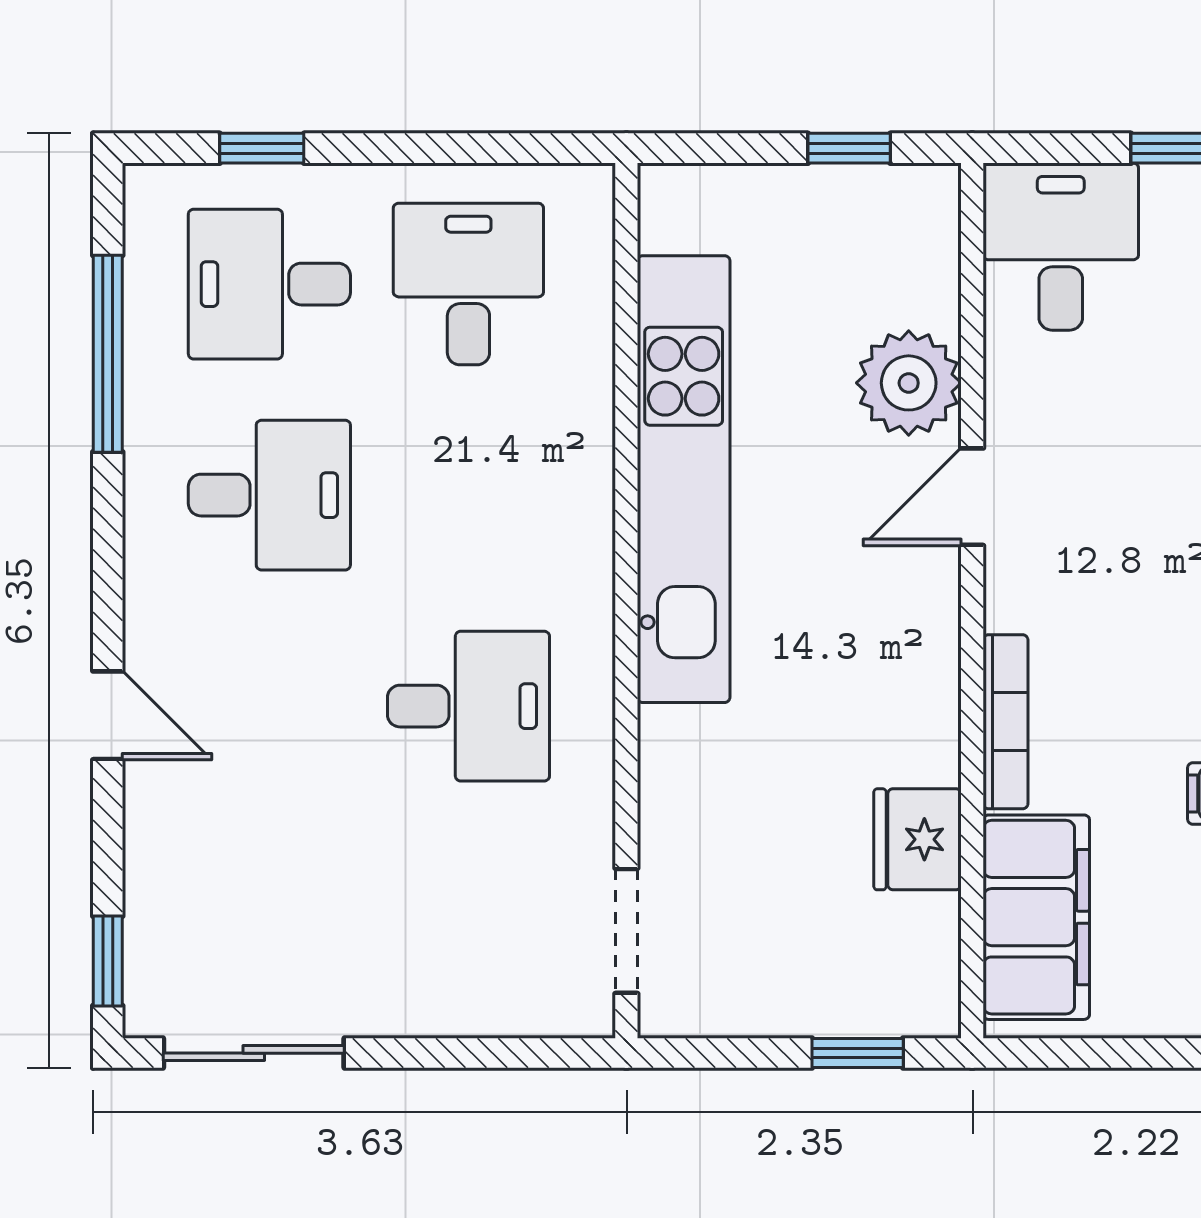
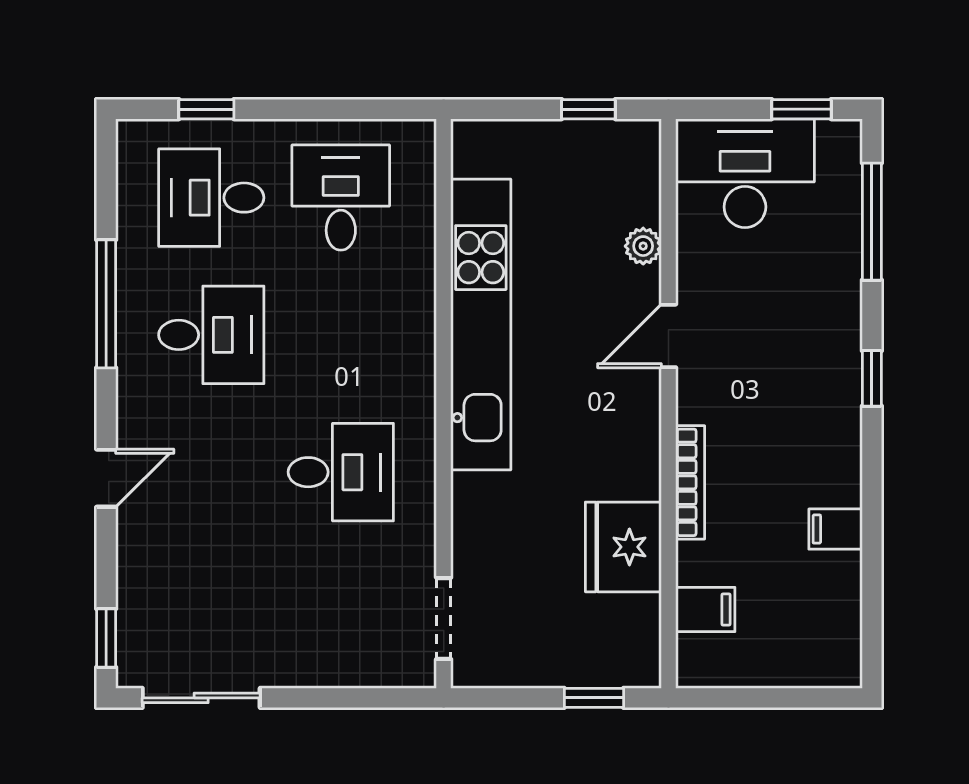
desk: (1061, 247) -> (745, 173), width x1.37
window: (108, 354) -> (106, 304), moved
plant: (909, 383) -> (643, 246), width x0.53, depth x0.53
door: (108, 715) -> (106, 478), hinge flipped
fridge: (917, 839) -> (623, 547), width x1.36, depth x1.34
filing cabinet: (1036, 917) -> (705, 609), width x0.33, depth x0.86

